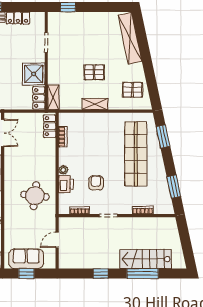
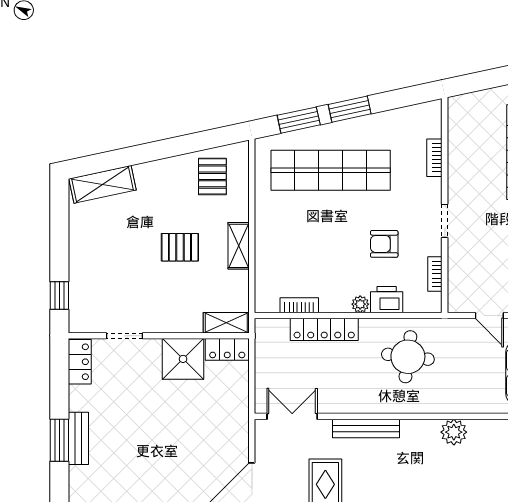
locker: (18, 18) -> (80, 362), moved
shelving: (130, 38) -> (103, 184), width x0.68
pallet: (94, 72) -> (180, 247), turned 90
locker: (50, 126) -> (324, 329), moved, width x1.53
window: (174, 187) -> (350, 109), moved

